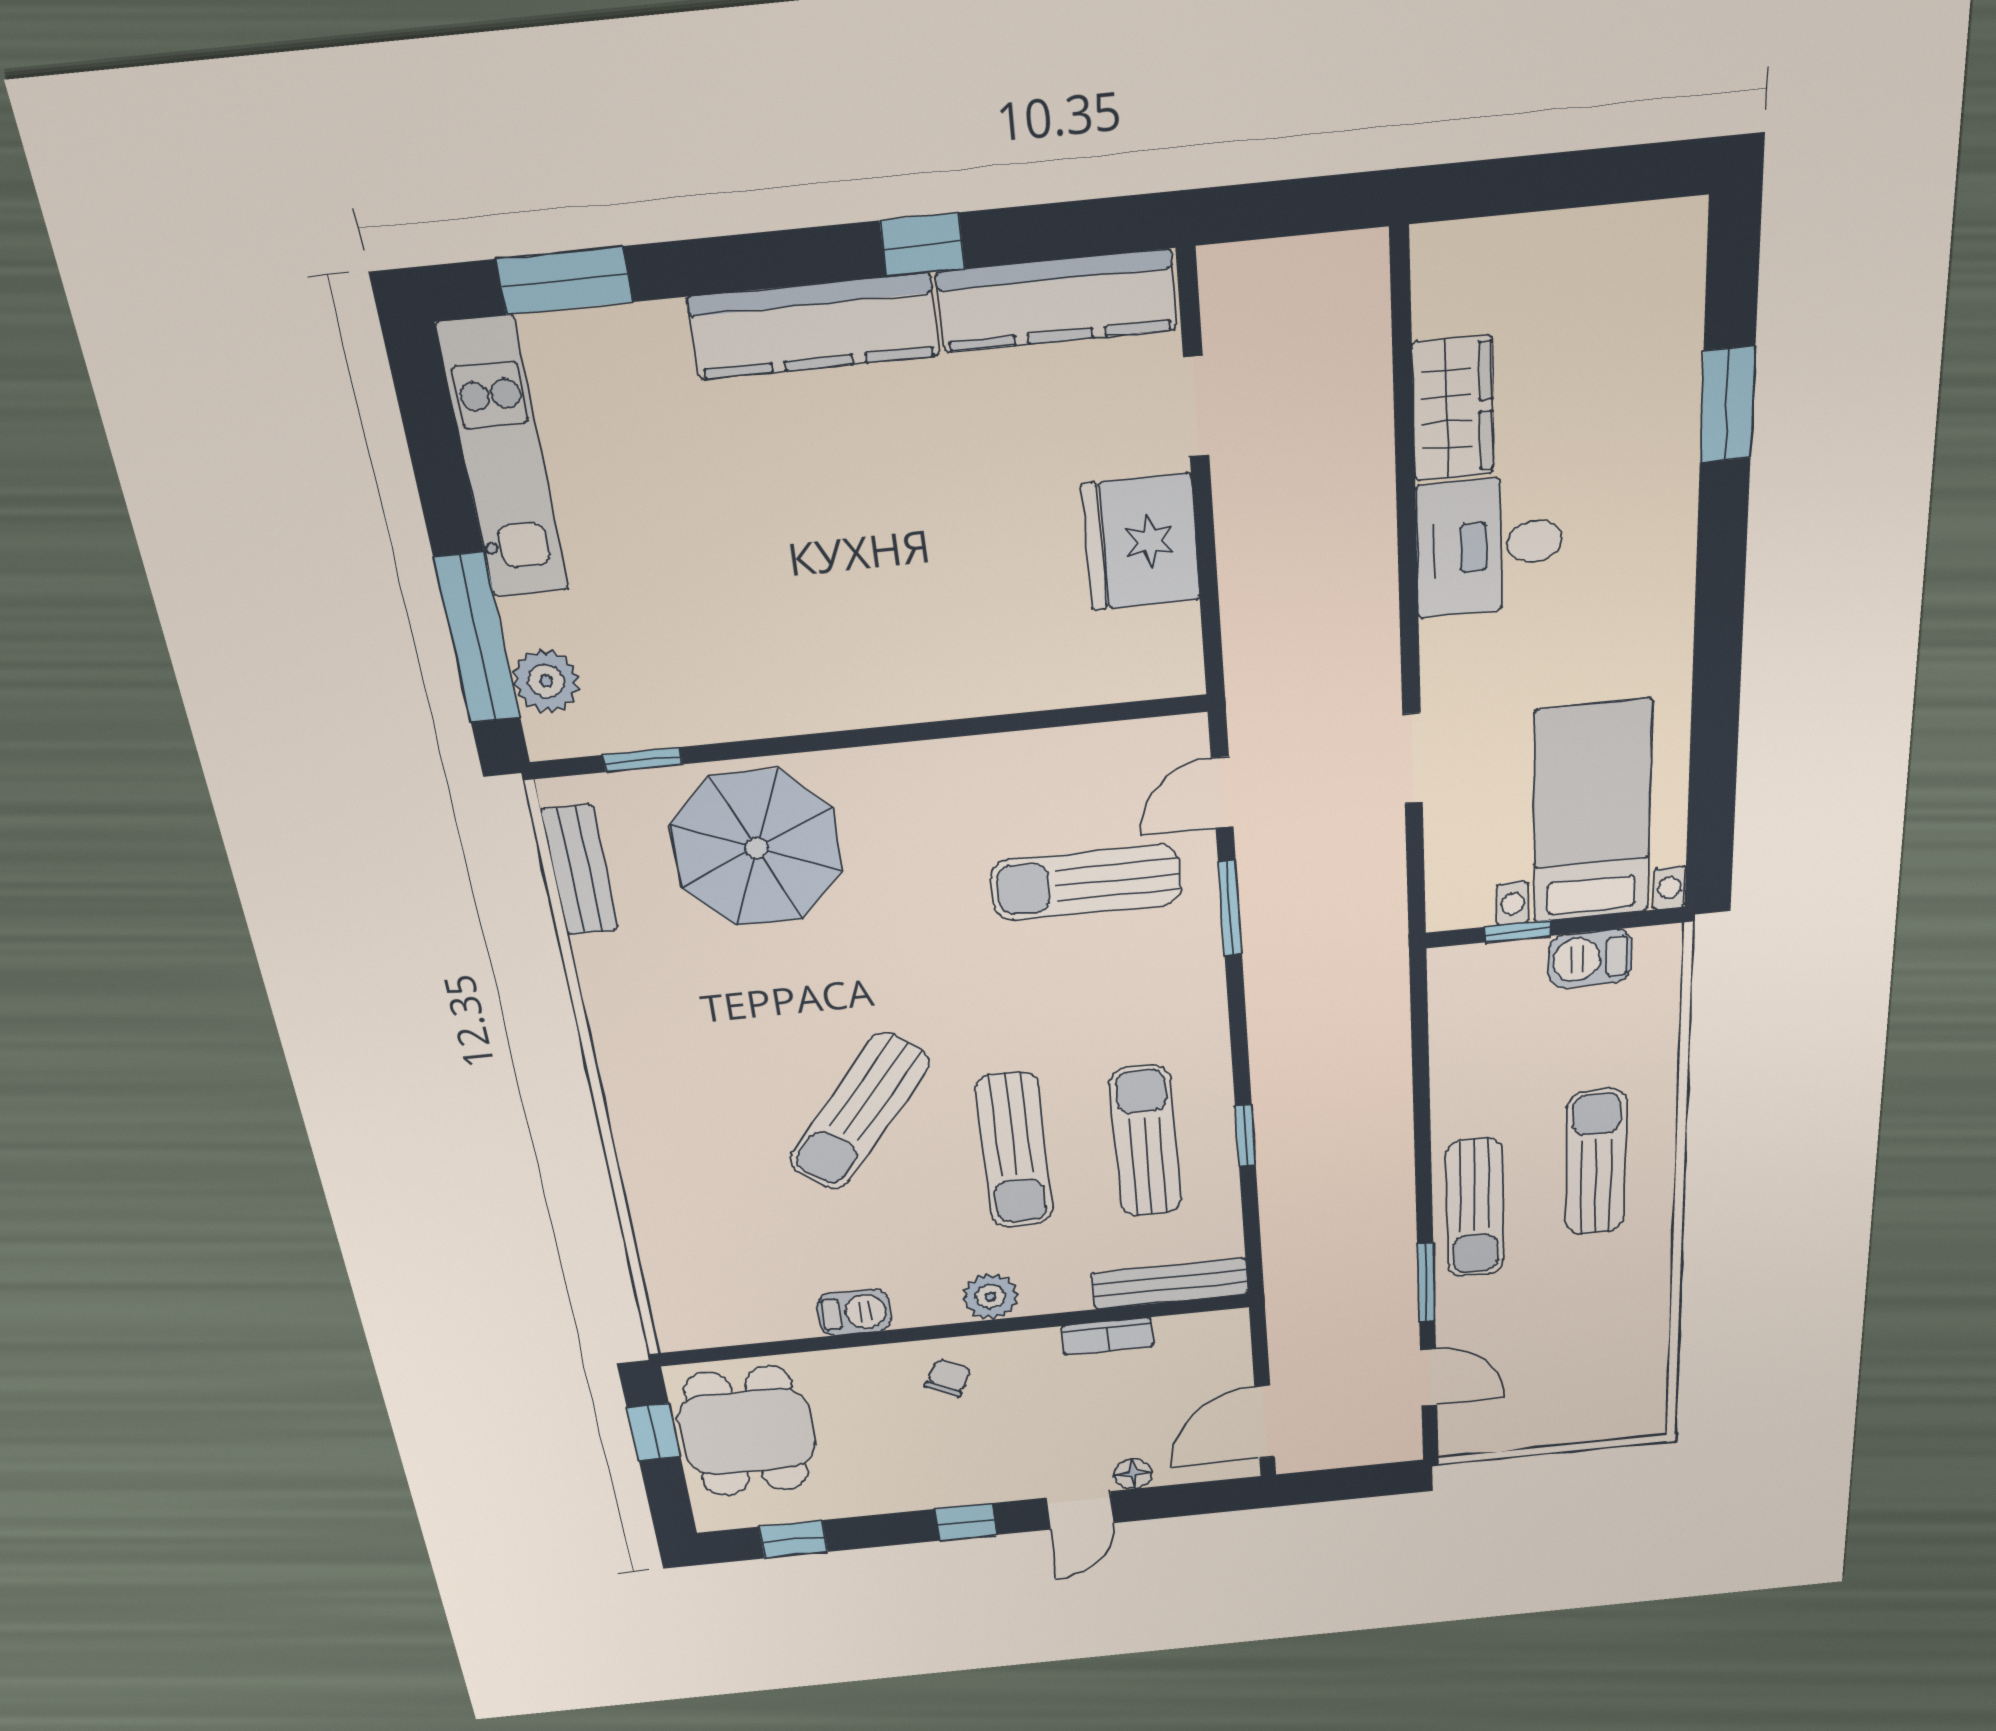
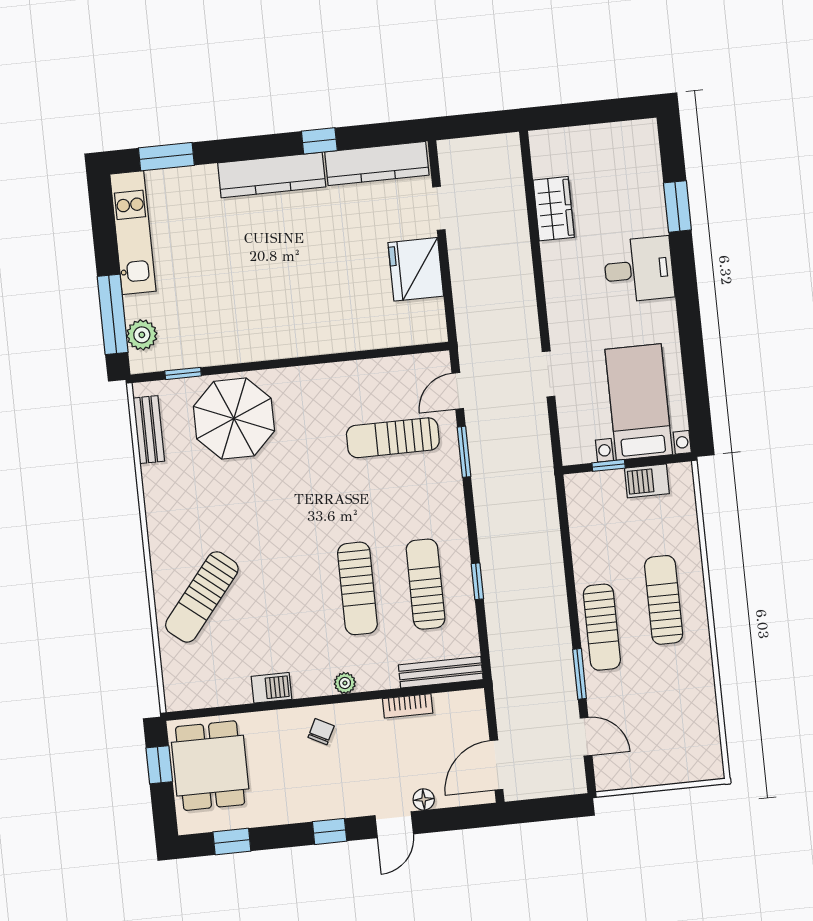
desk: (1489, 546) -> (639, 270), moved, turned 180
sun lounger: (859, 1112) -> (202, 597), moved
plant: (990, 1297) -> (345, 683), width x0.73, depth x0.73

